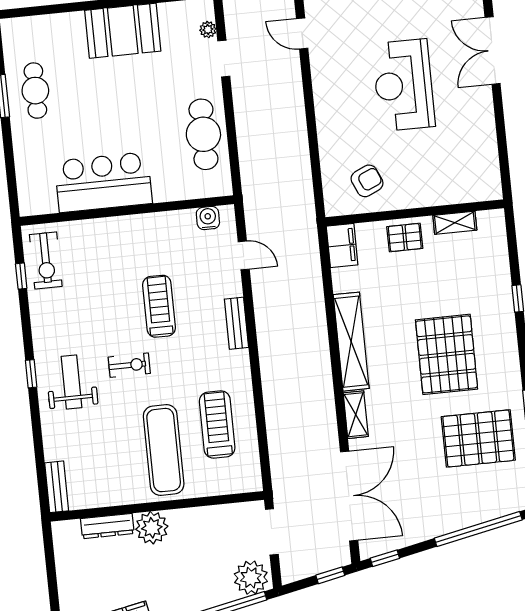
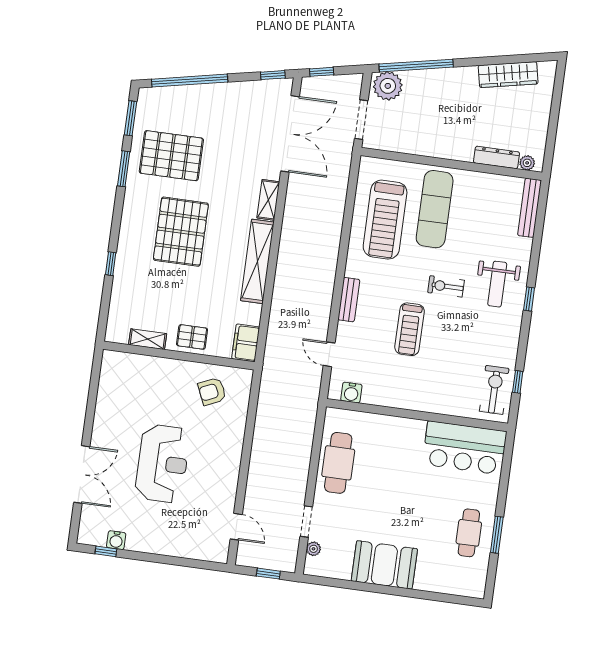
bar counter: (103, 182) -> (465, 448), moved
treadmill: (217, 424) -> (385, 220), width x1.37, depth x1.38
bench: (57, 487) -> (529, 208), width x1.36
double door: (349, 496) -> (290, 134), swing flipped
plant: (152, 528) -> (527, 163), moved, width x0.53, depth x0.53

